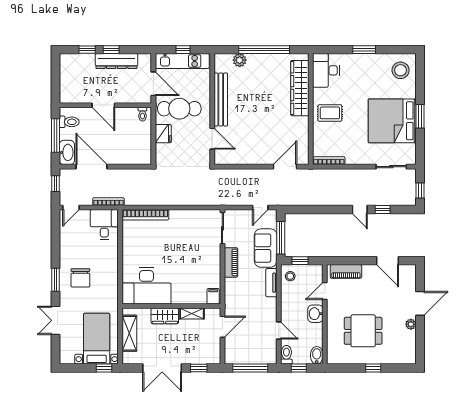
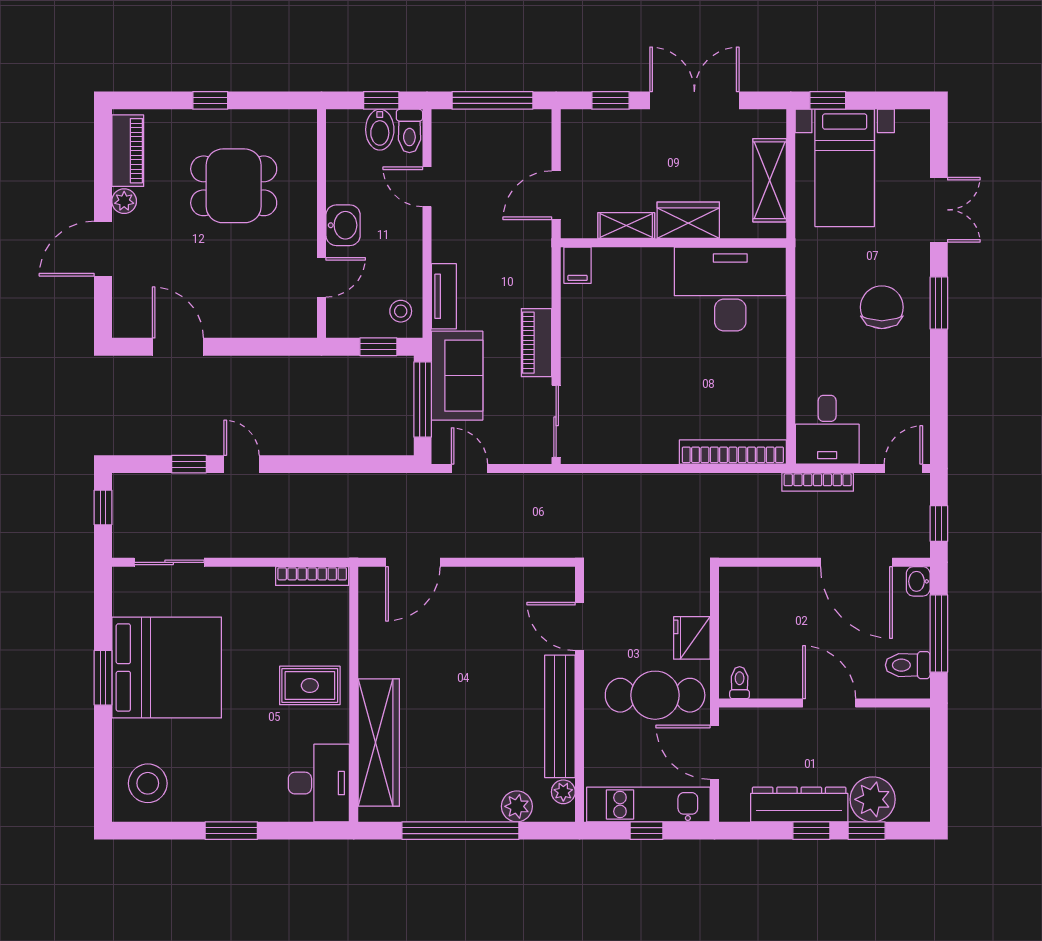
plant: (84, 63) -> (873, 799), added
plant: (219, 67) -> (563, 792), added
washbasin: (67, 152) -> (918, 581), width x0.52, depth x0.69
door: (260, 208) -> (469, 468), hinge flipped
piano: (346, 271) -> (128, 151), moved, turned 90
bidet: (317, 355) -> (380, 130), moved

